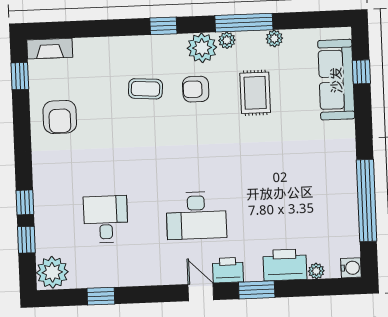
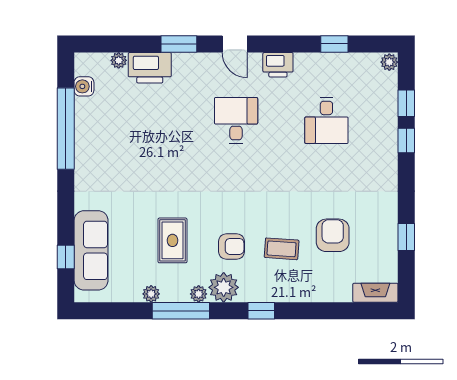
window: (20, 76) -> (406, 237), moved
armchair: (60, 117) -> (333, 235), moved
desk: (196, 216) -> (236, 120), width x0.73
water cooler: (351, 268) -> (84, 86), moved
printer: (228, 270) -> (278, 65), moved
plant: (52, 272) -> (389, 62), width x0.53, depth x0.53

